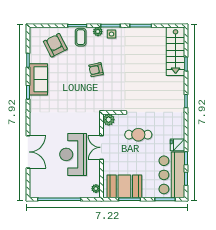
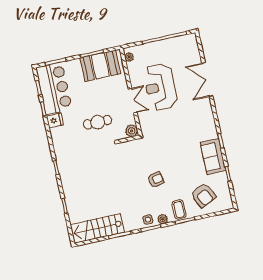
stairs: (176, 51) -> (97, 229), moved, turned -90
reception desk: (73, 154) -> (160, 87), turned 180

